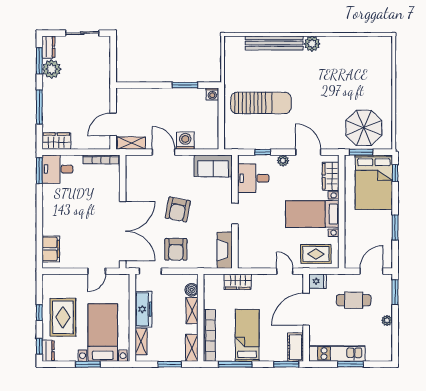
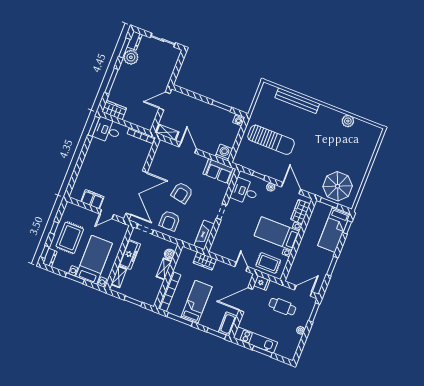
plant: (312, 44) -> (348, 121), moved
door: (113, 124) -> (165, 101), moved
washing machine: (185, 141) -> (224, 152), moved
bed: (374, 182) -> (334, 230), width x0.67
filing cabinet: (51, 249) -> (92, 199), moved, turned -90
shelving: (192, 348) -> (153, 296), removed

